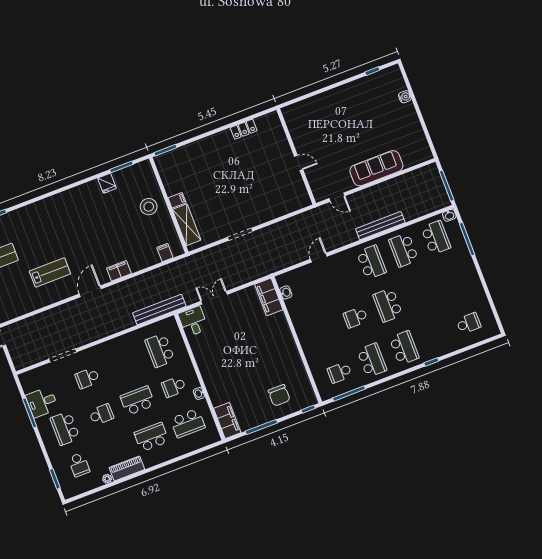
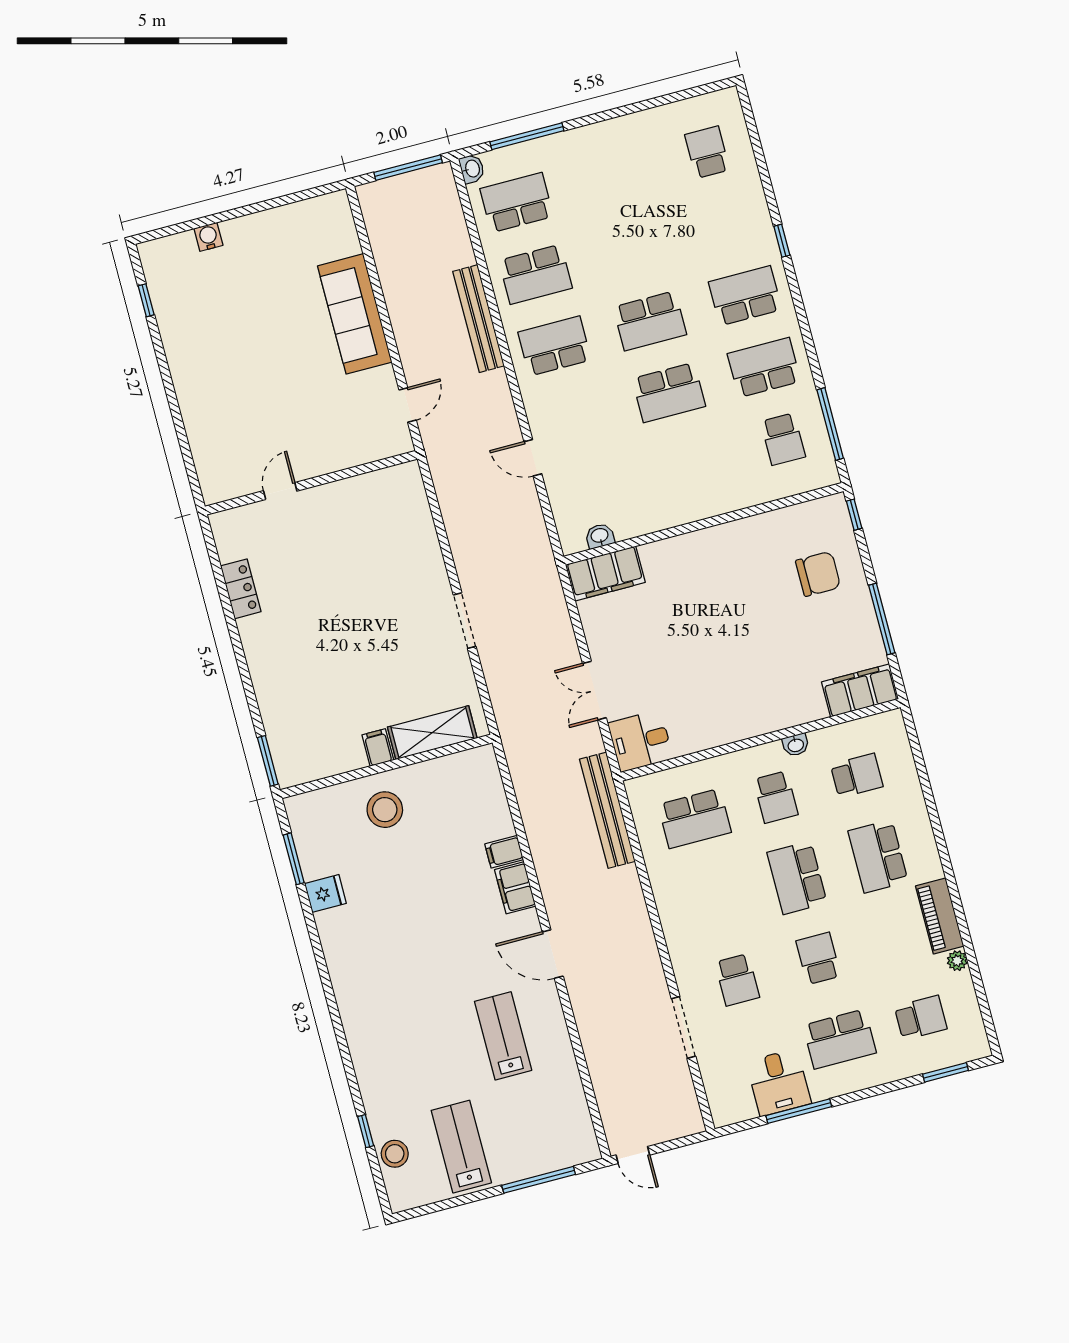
door: (299, 163) -> (280, 491), moved
filing cabinet: (165, 253) -> (504, 852), moved
school desk: (356, 317) -> (669, 393), width x1.85
school desk: (188, 423) -> (857, 776), width x0.54

